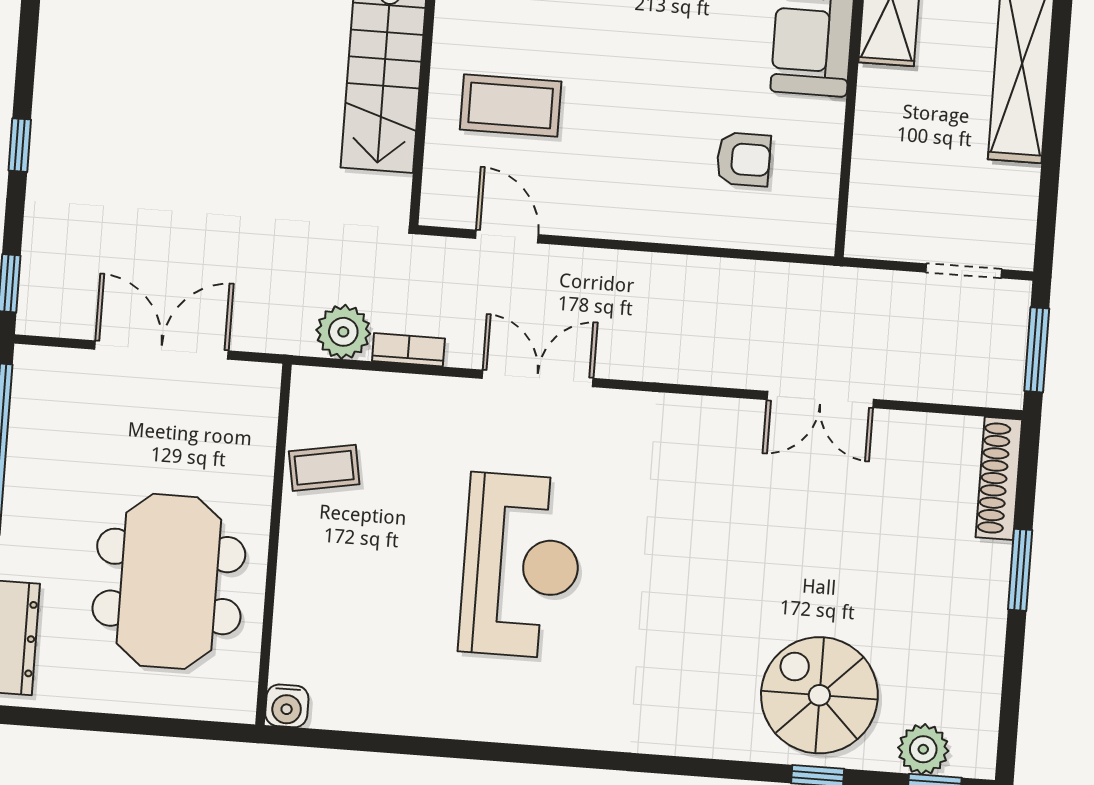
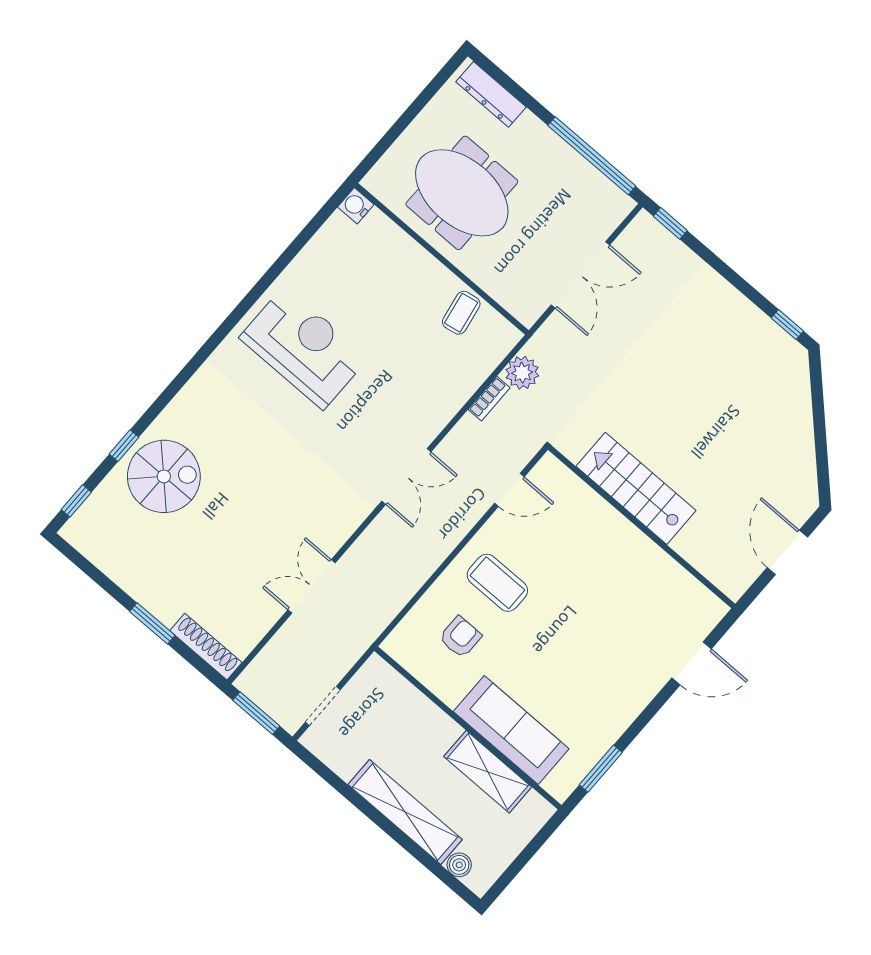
coffee table: (511, 105) -> (497, 583), moved, turned 90
window: (20, 145) -> (787, 325), moved
armchair: (743, 159) -> (460, 637), turned 180
double door: (538, 378) -> (406, 477), moved
reception desk: (521, 566) -> (304, 348), moved, turned 180
plant: (923, 749) -> (98, 508), removed

